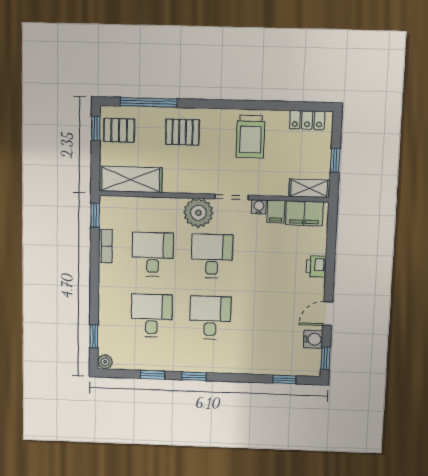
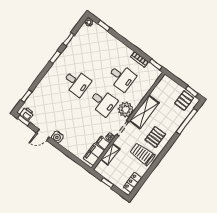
pallet: (182, 132) -> (155, 137), moved
shelving: (131, 179) -> (144, 112), moved
shelving: (309, 188) -> (110, 154), moved
printer: (316, 266) -> (27, 114), moved
door: (328, 314) -> (43, 135), swing flipped
desk: (152, 316) -> (95, 58), removed
water cooler: (313, 339) -> (57, 137), moved

